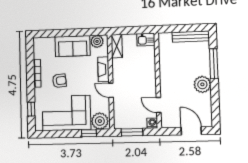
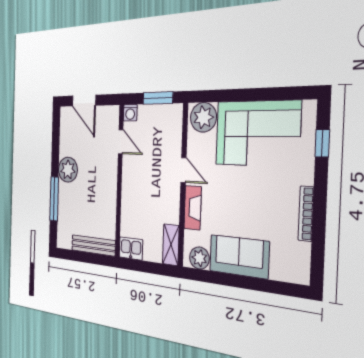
bench: (191, 36) -> (93, 245), moved
armchair: (59, 81) -> (266, 195), removed
window: (89, 133) -> (222, 96), removed

